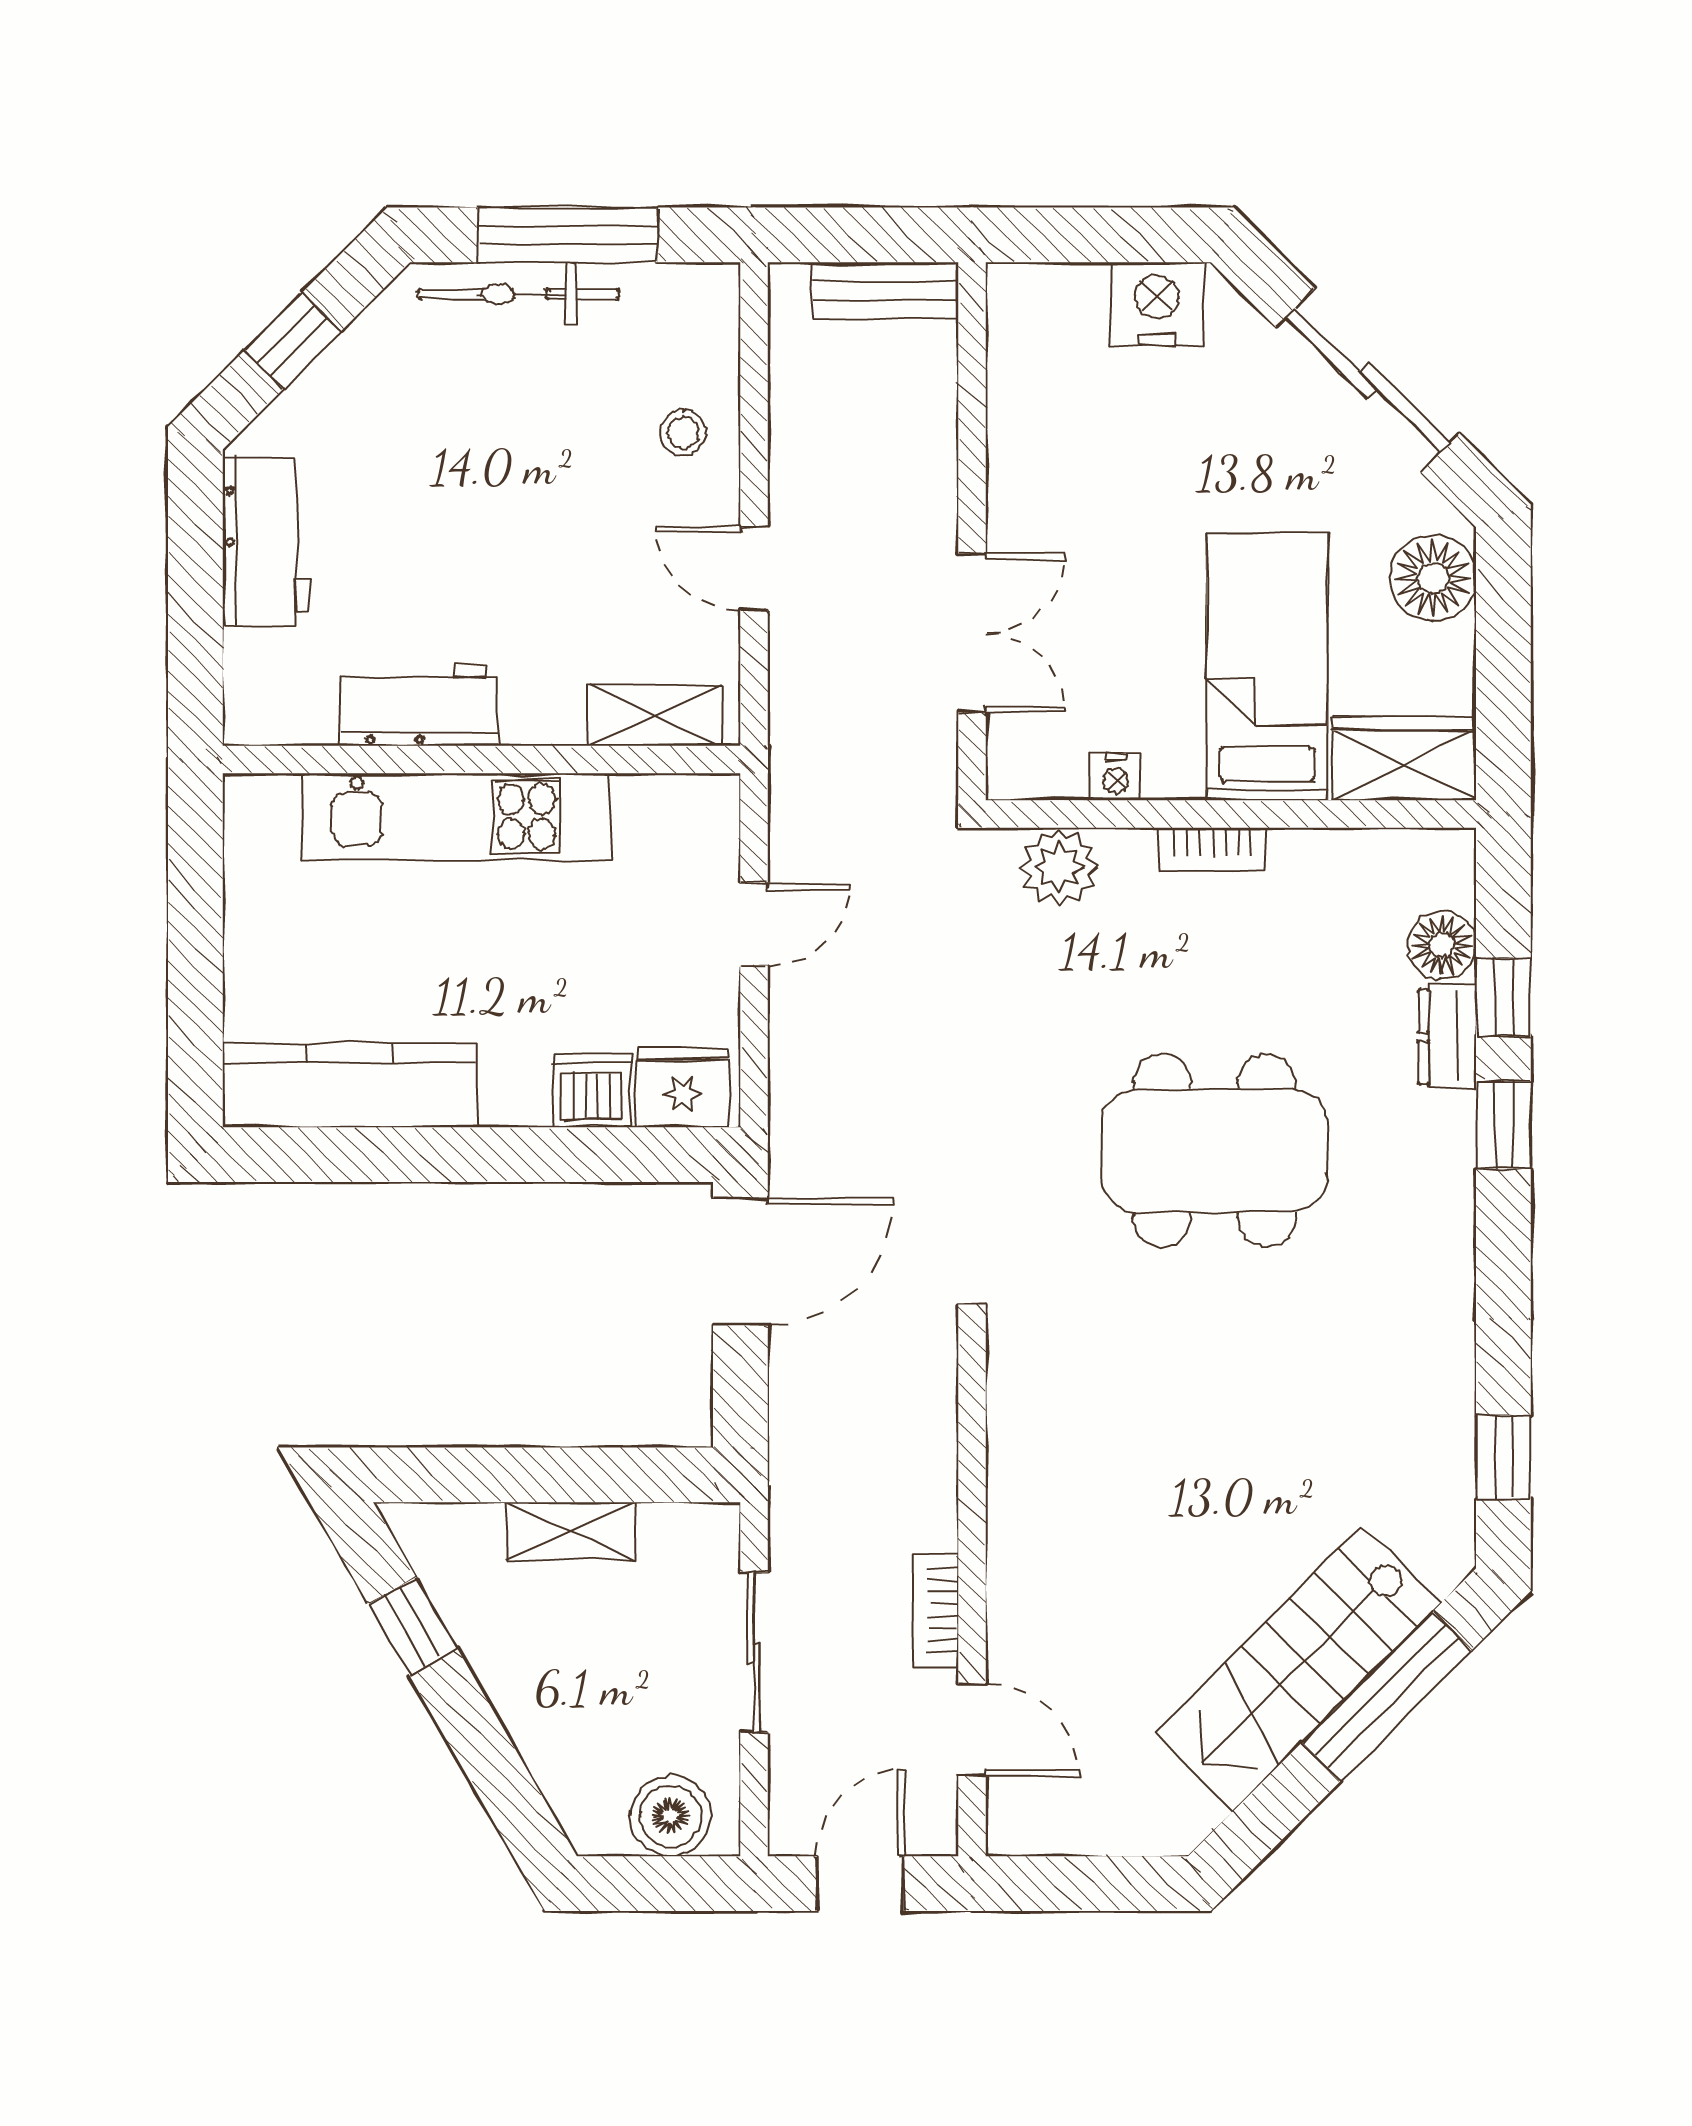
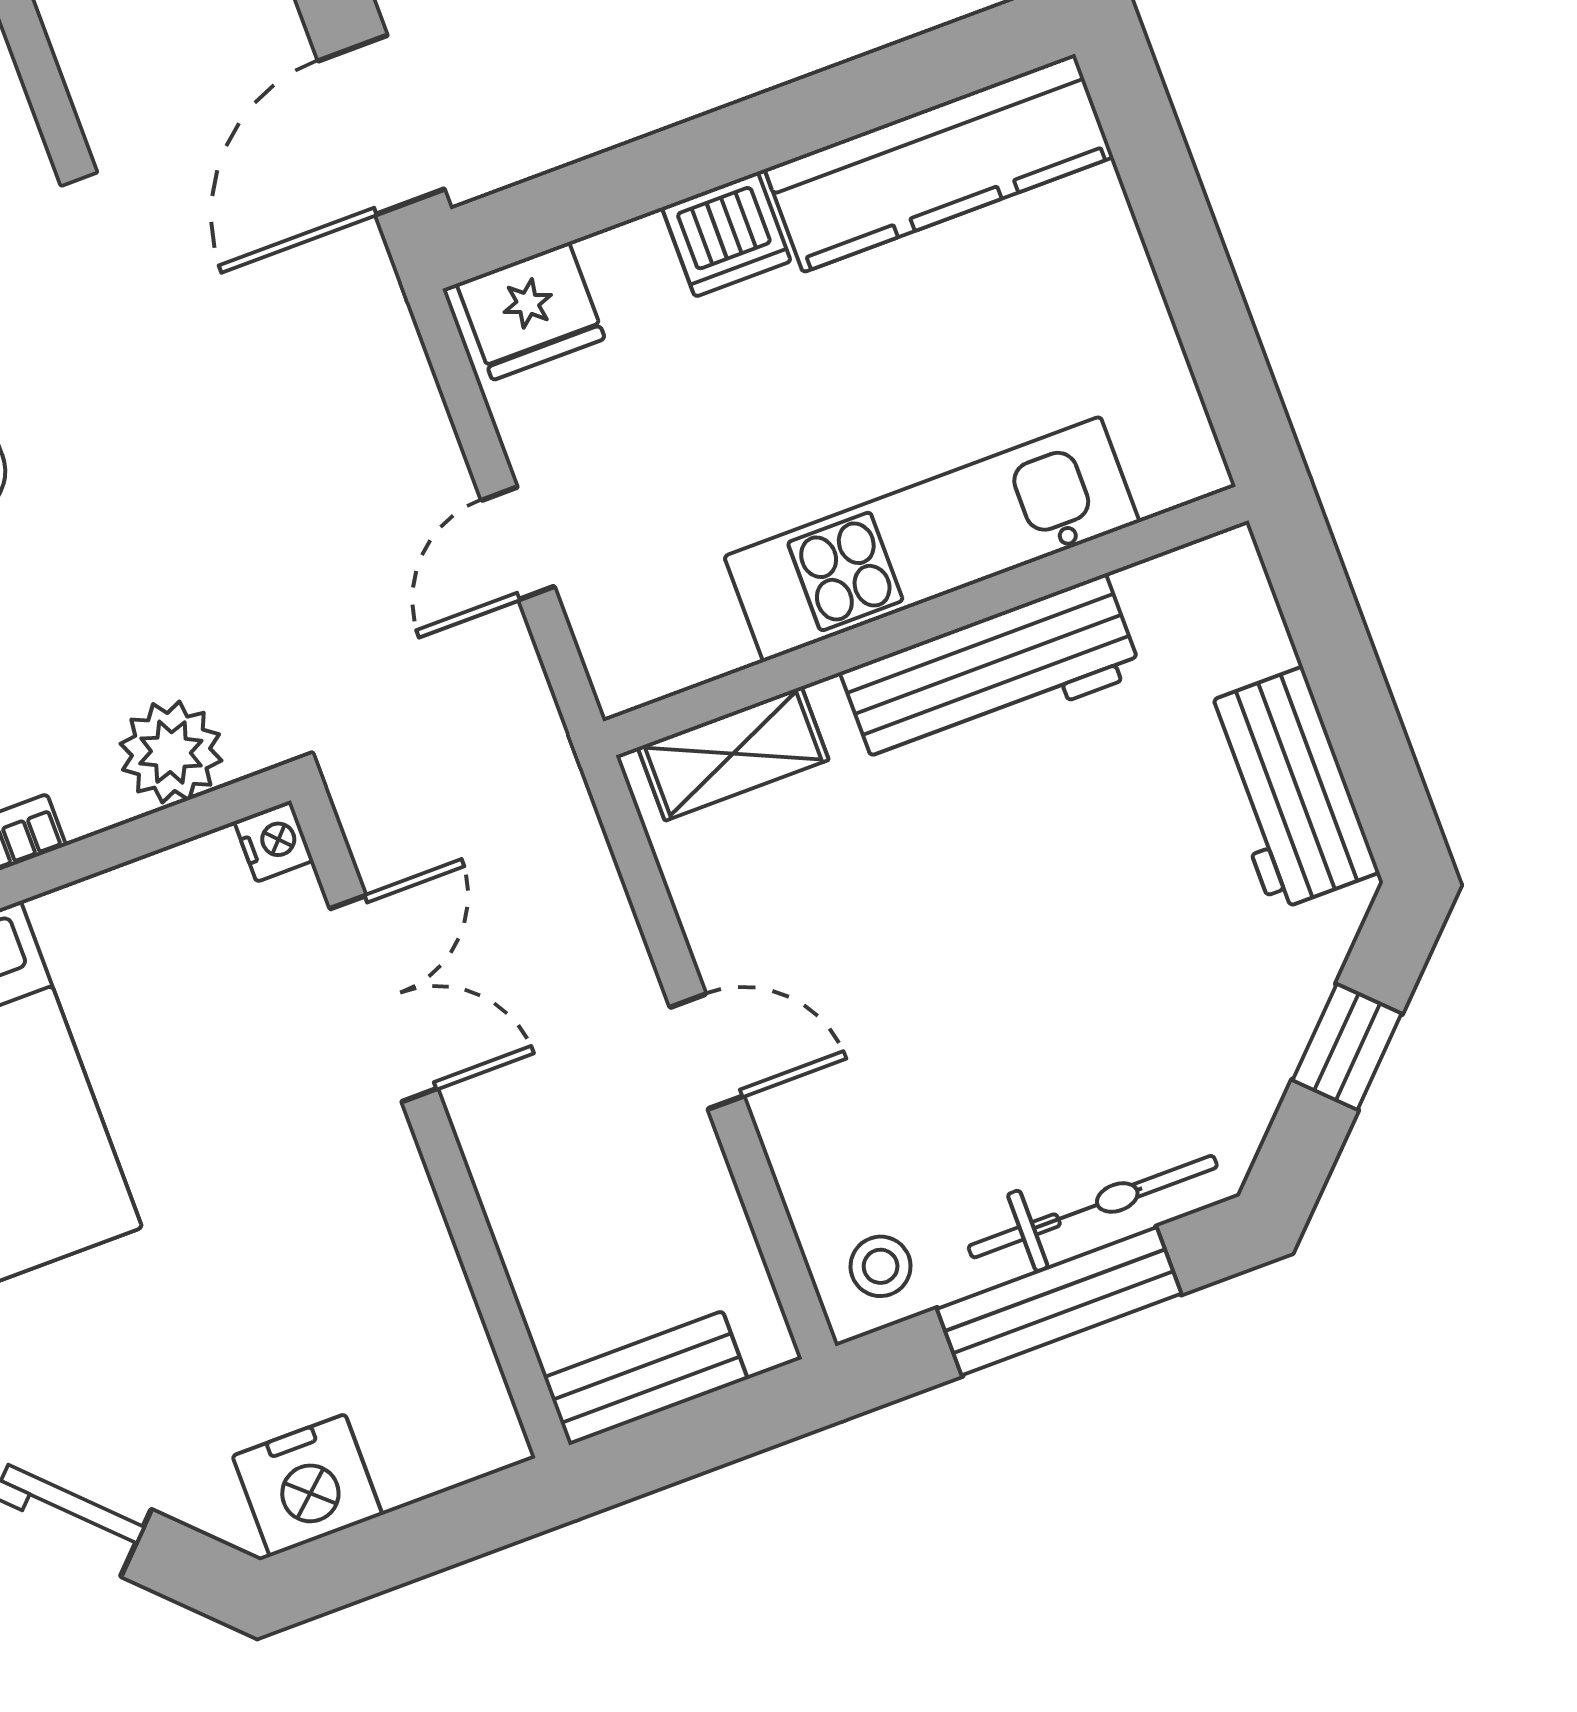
stool: (683, 433) -> (881, 1266), moved
door: (754, 568) -> (707, 1052), moved
double door: (972, 633) -> (384, 999), swing flipped
workbench: (419, 705) -> (991, 672), width x1.38
nightstand: (1116, 777) -> (274, 841), moved, turned 90
dishwasher: (592, 1091) -> (726, 234), moved

